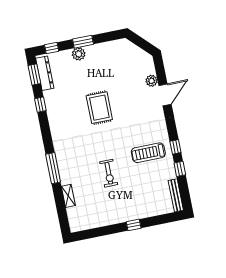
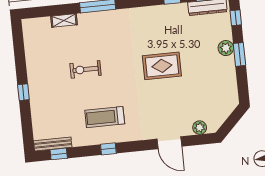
plant: (152, 81) -> (200, 128), moved
treadmill: (148, 153) -> (105, 117), turned -90
window: (180, 169) -> (59, 154), moved

